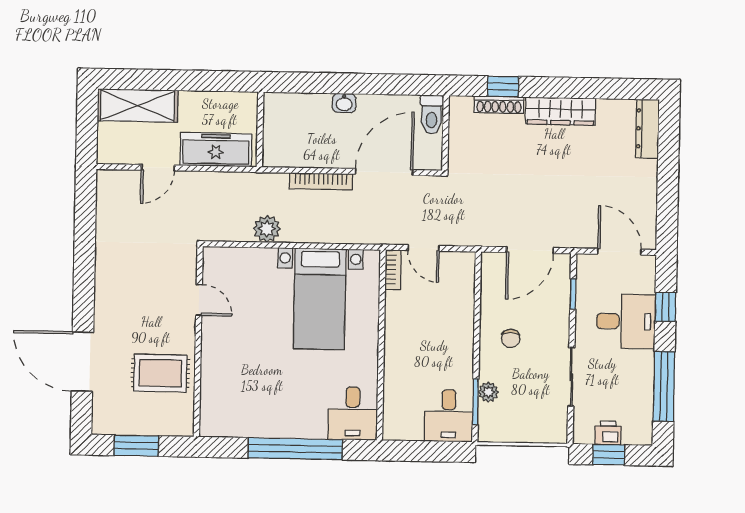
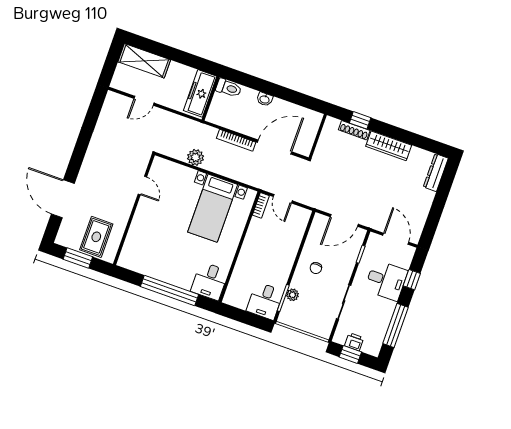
toilet: (432, 115) -> (229, 88), moved, turned -90
freezer: (216, 150) -> (200, 93), moved, turned -90
rug: (160, 373) -> (96, 237), moved, turned 90

